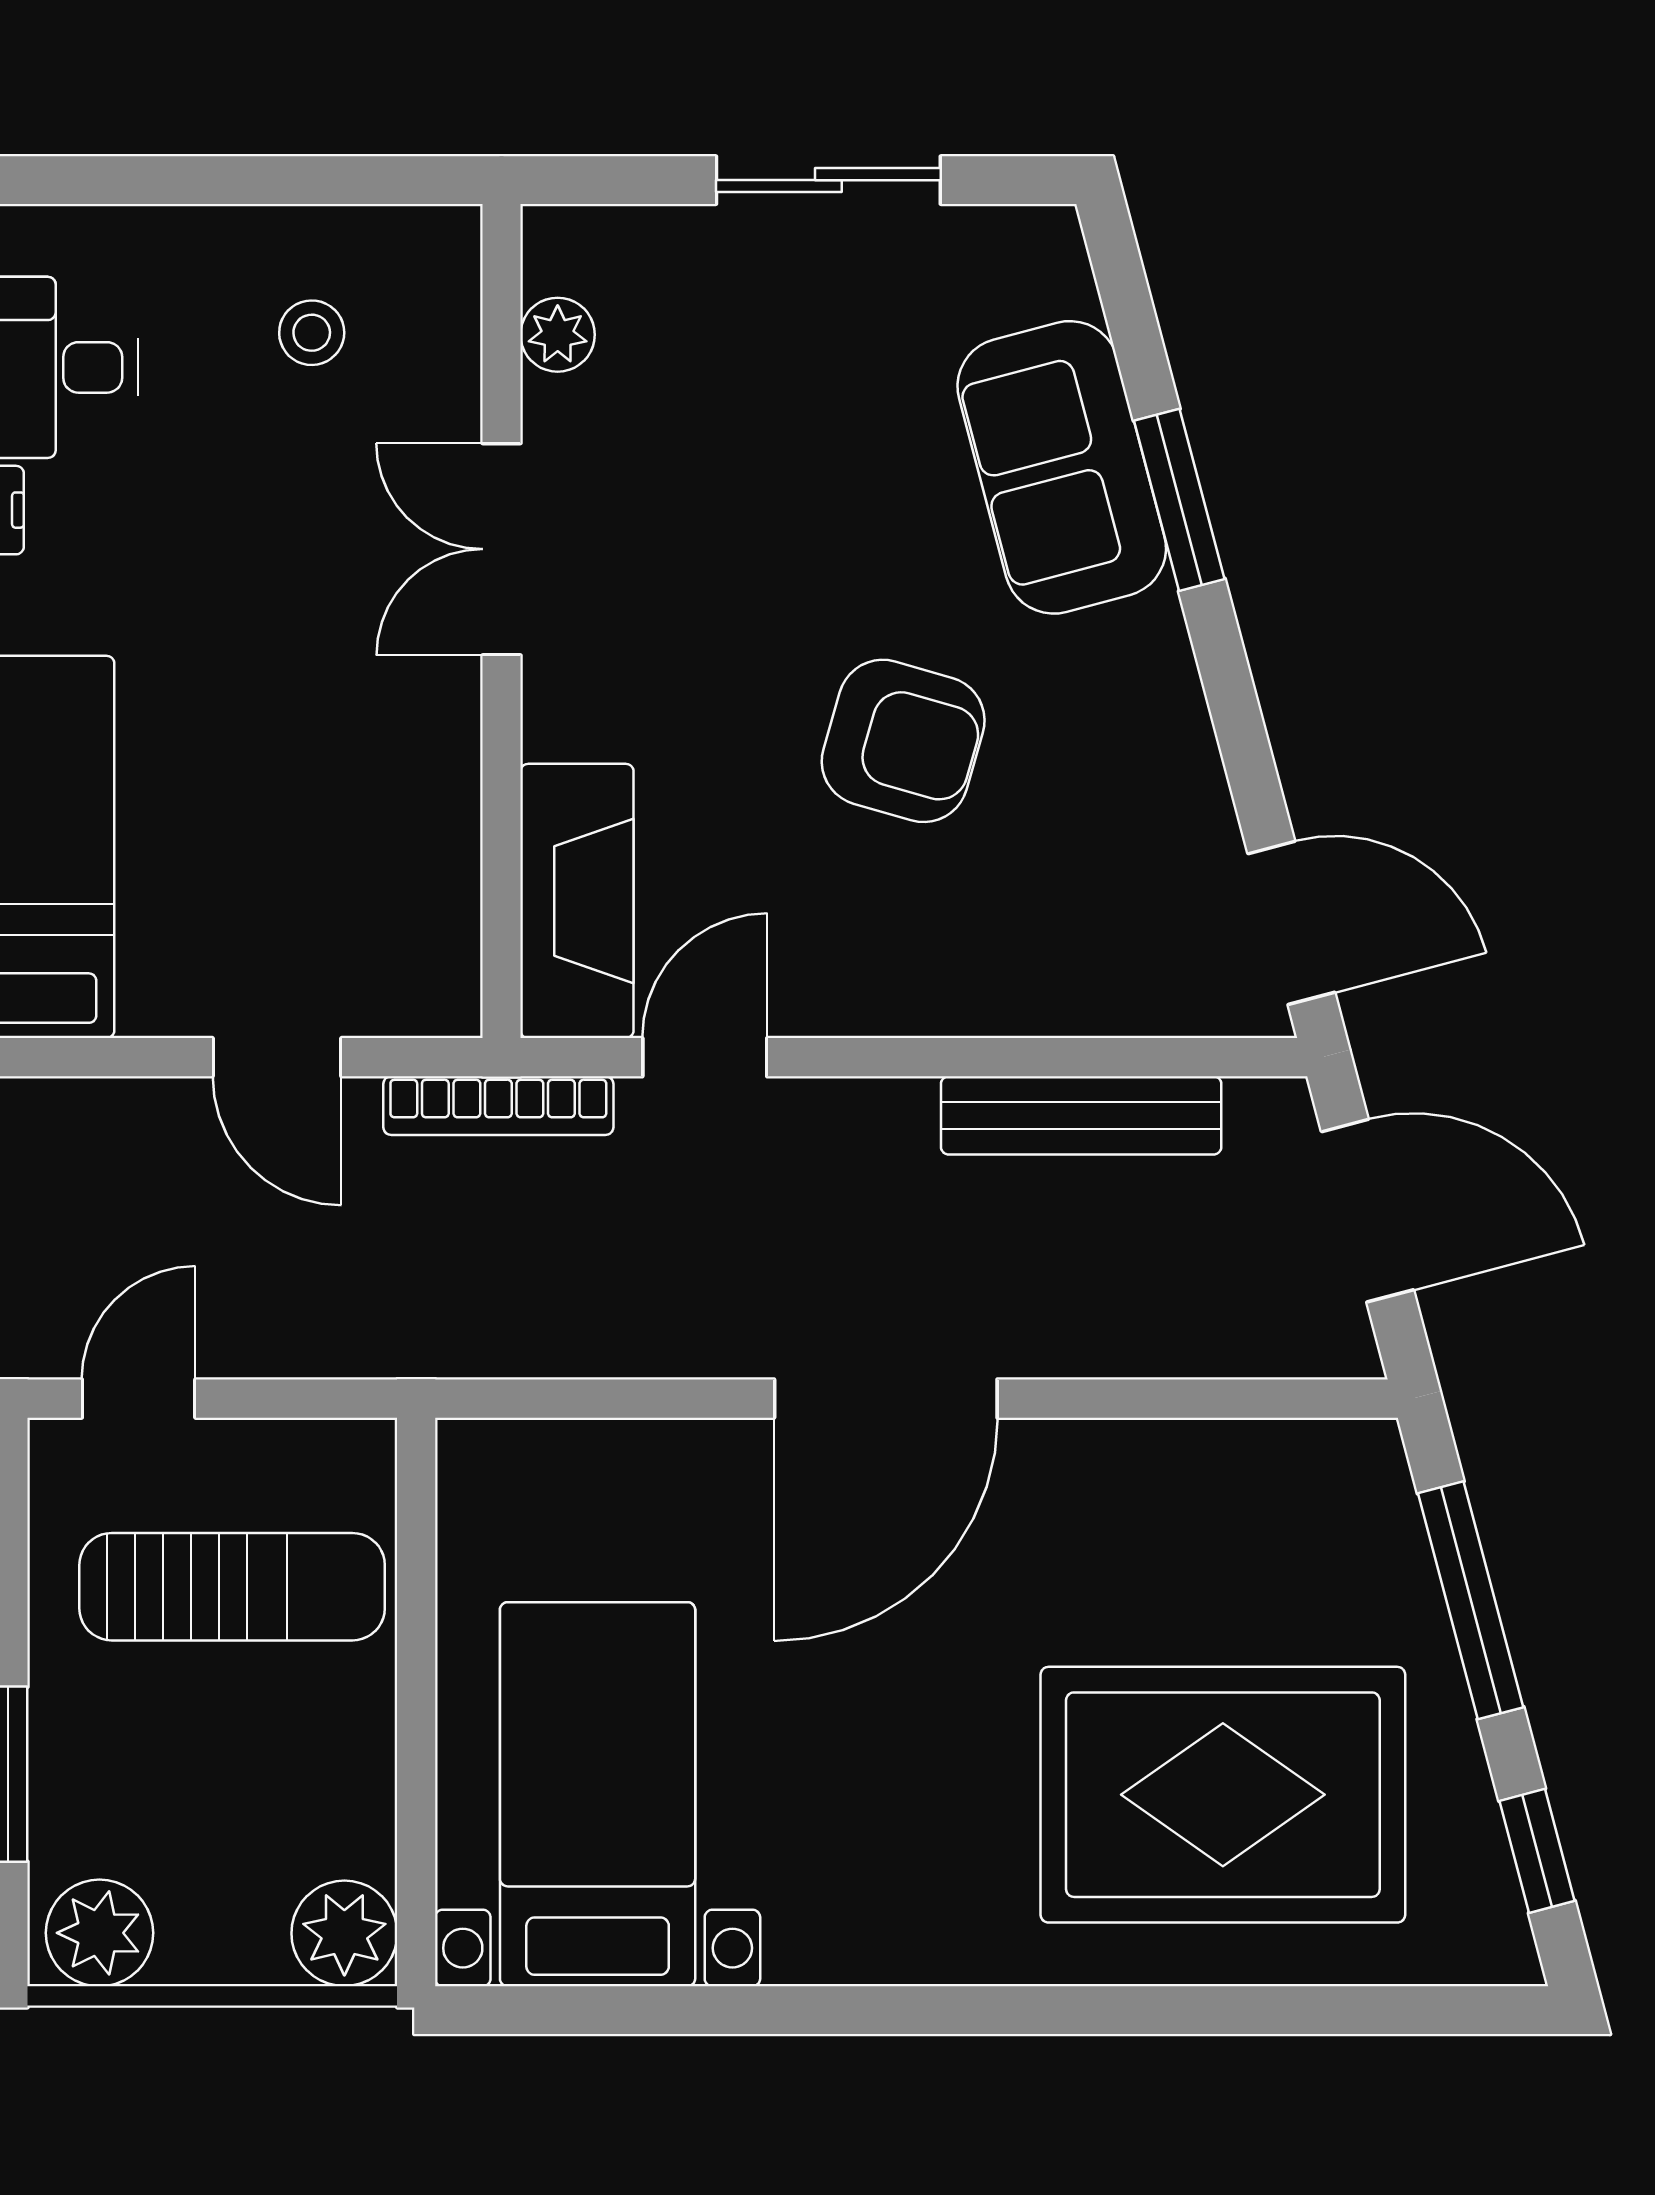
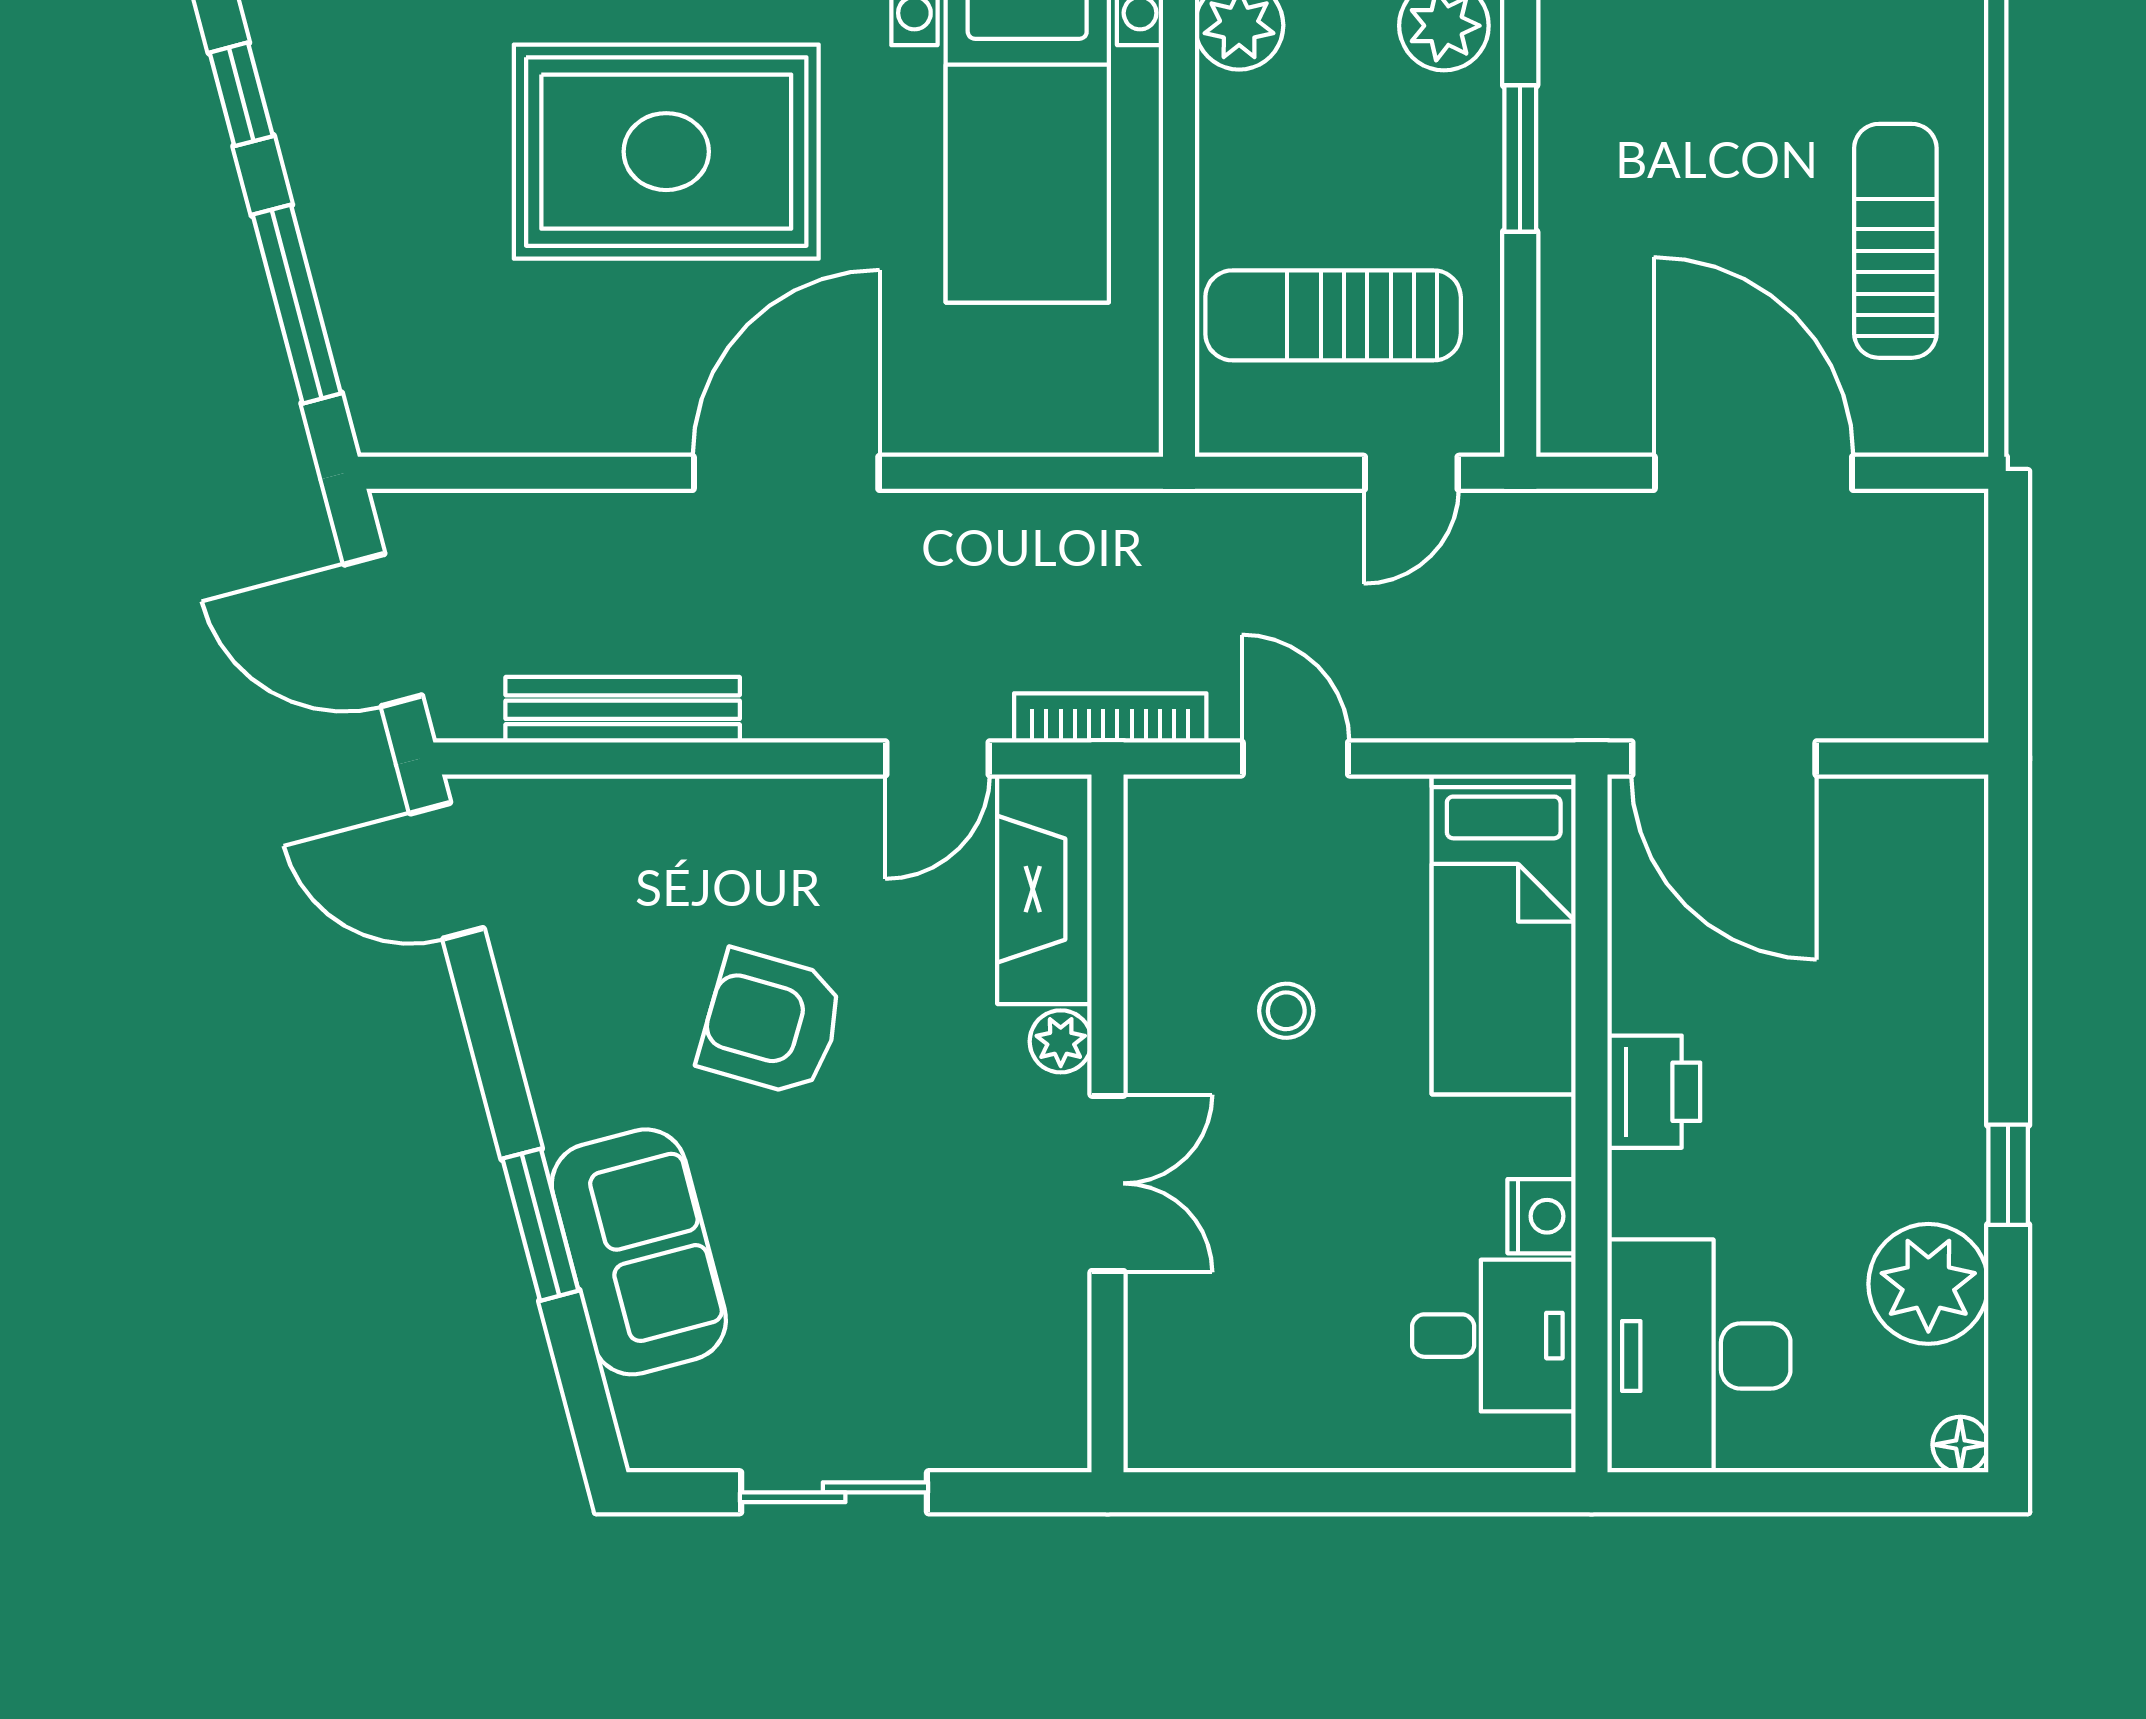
stool: (312, 333) -> (1286, 1011), moved
plant: (558, 335) -> (1061, 1041), moved
rug: (1223, 1795) -> (666, 152), moved

